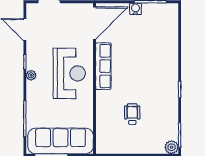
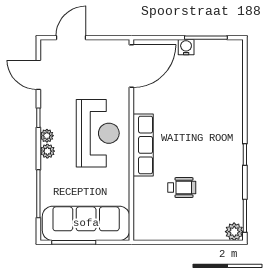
row of seats: (103, 66) -> (143, 145), moved
plant: (32, 87) -> (47, 151), added
wheelchair: (132, 114) -> (182, 188), turned 90

